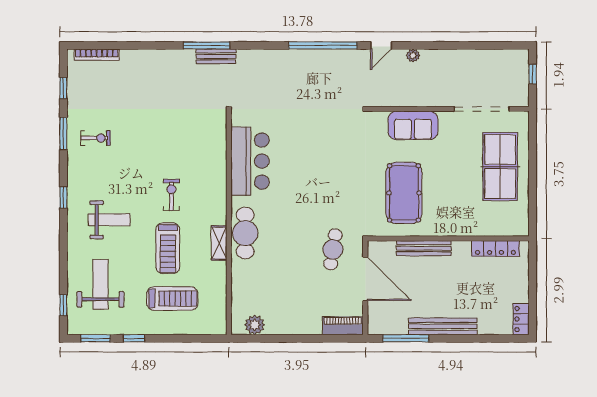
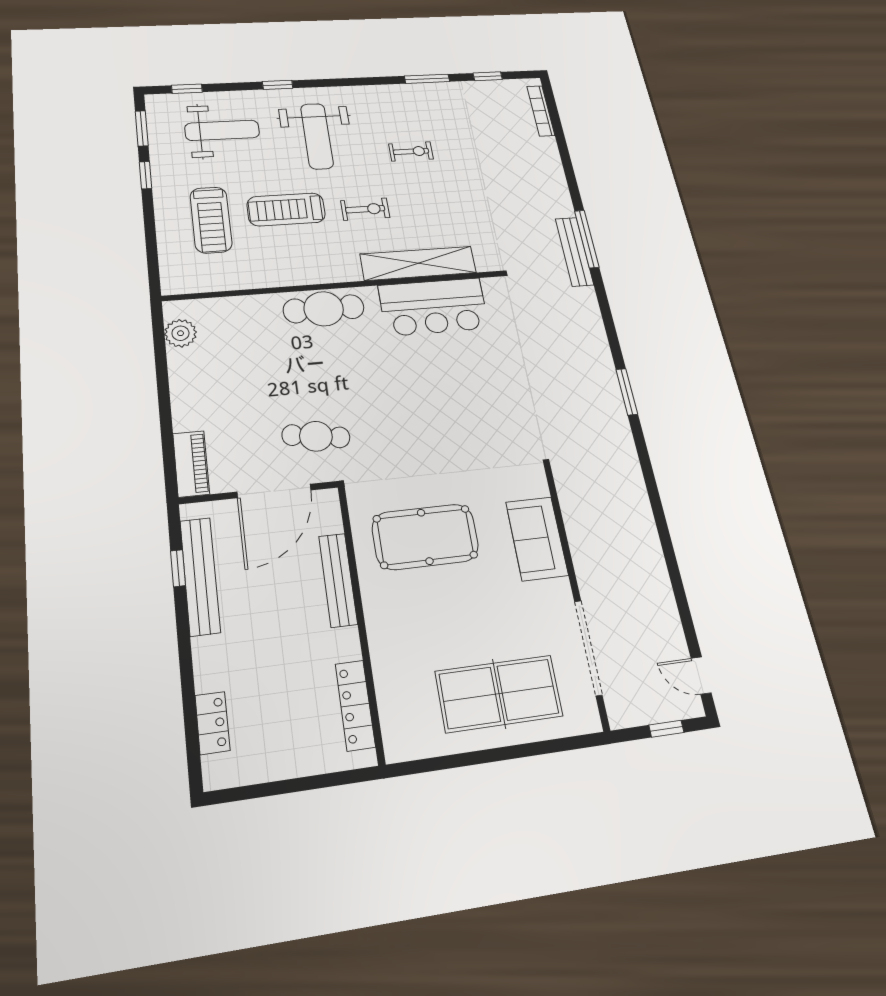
window: (323, 45) -> (627, 392), width x0.47
door: (381, 45) -> (701, 675), moved
plant: (413, 55) -> (646, 526), removed
bench: (216, 56) -> (574, 252), width x1.36
exercise bike: (96, 138) -> (411, 151), moved, turned -90
window: (63, 197) -> (278, 85), moved
weight bench: (109, 220) -> (317, 136), width x1.36, depth x1.33
shelving: (219, 243) -> (418, 263), moved, width x2.20, depth x1.33
locker: (521, 319) -> (212, 723), moved, turned 90
bench: (443, 326) -> (200, 576), moved
window: (406, 338) -> (178, 568), width x0.46

